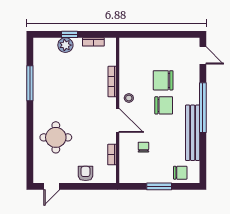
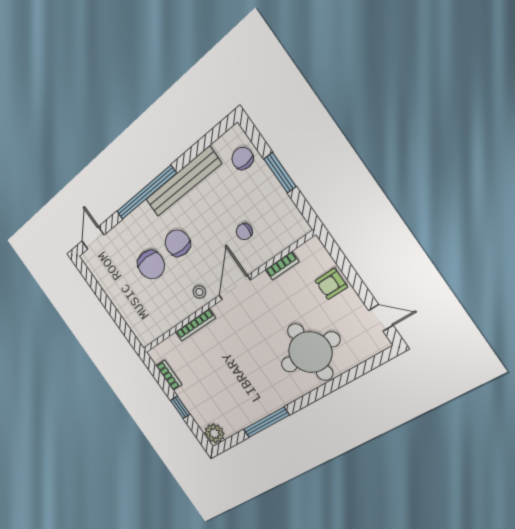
plant: (65, 45) -> (214, 433), moved
round table: (56, 137) -> (310, 352), width x1.36, depth x1.36

